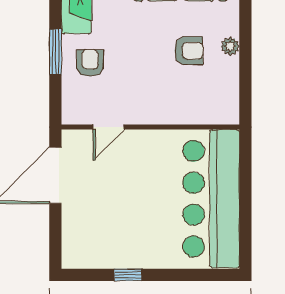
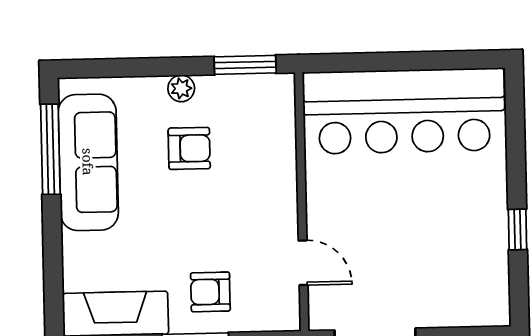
armchair: (189, 51) -> (189, 148), turned 90
window: (245, 90) -> (245, 65), added

